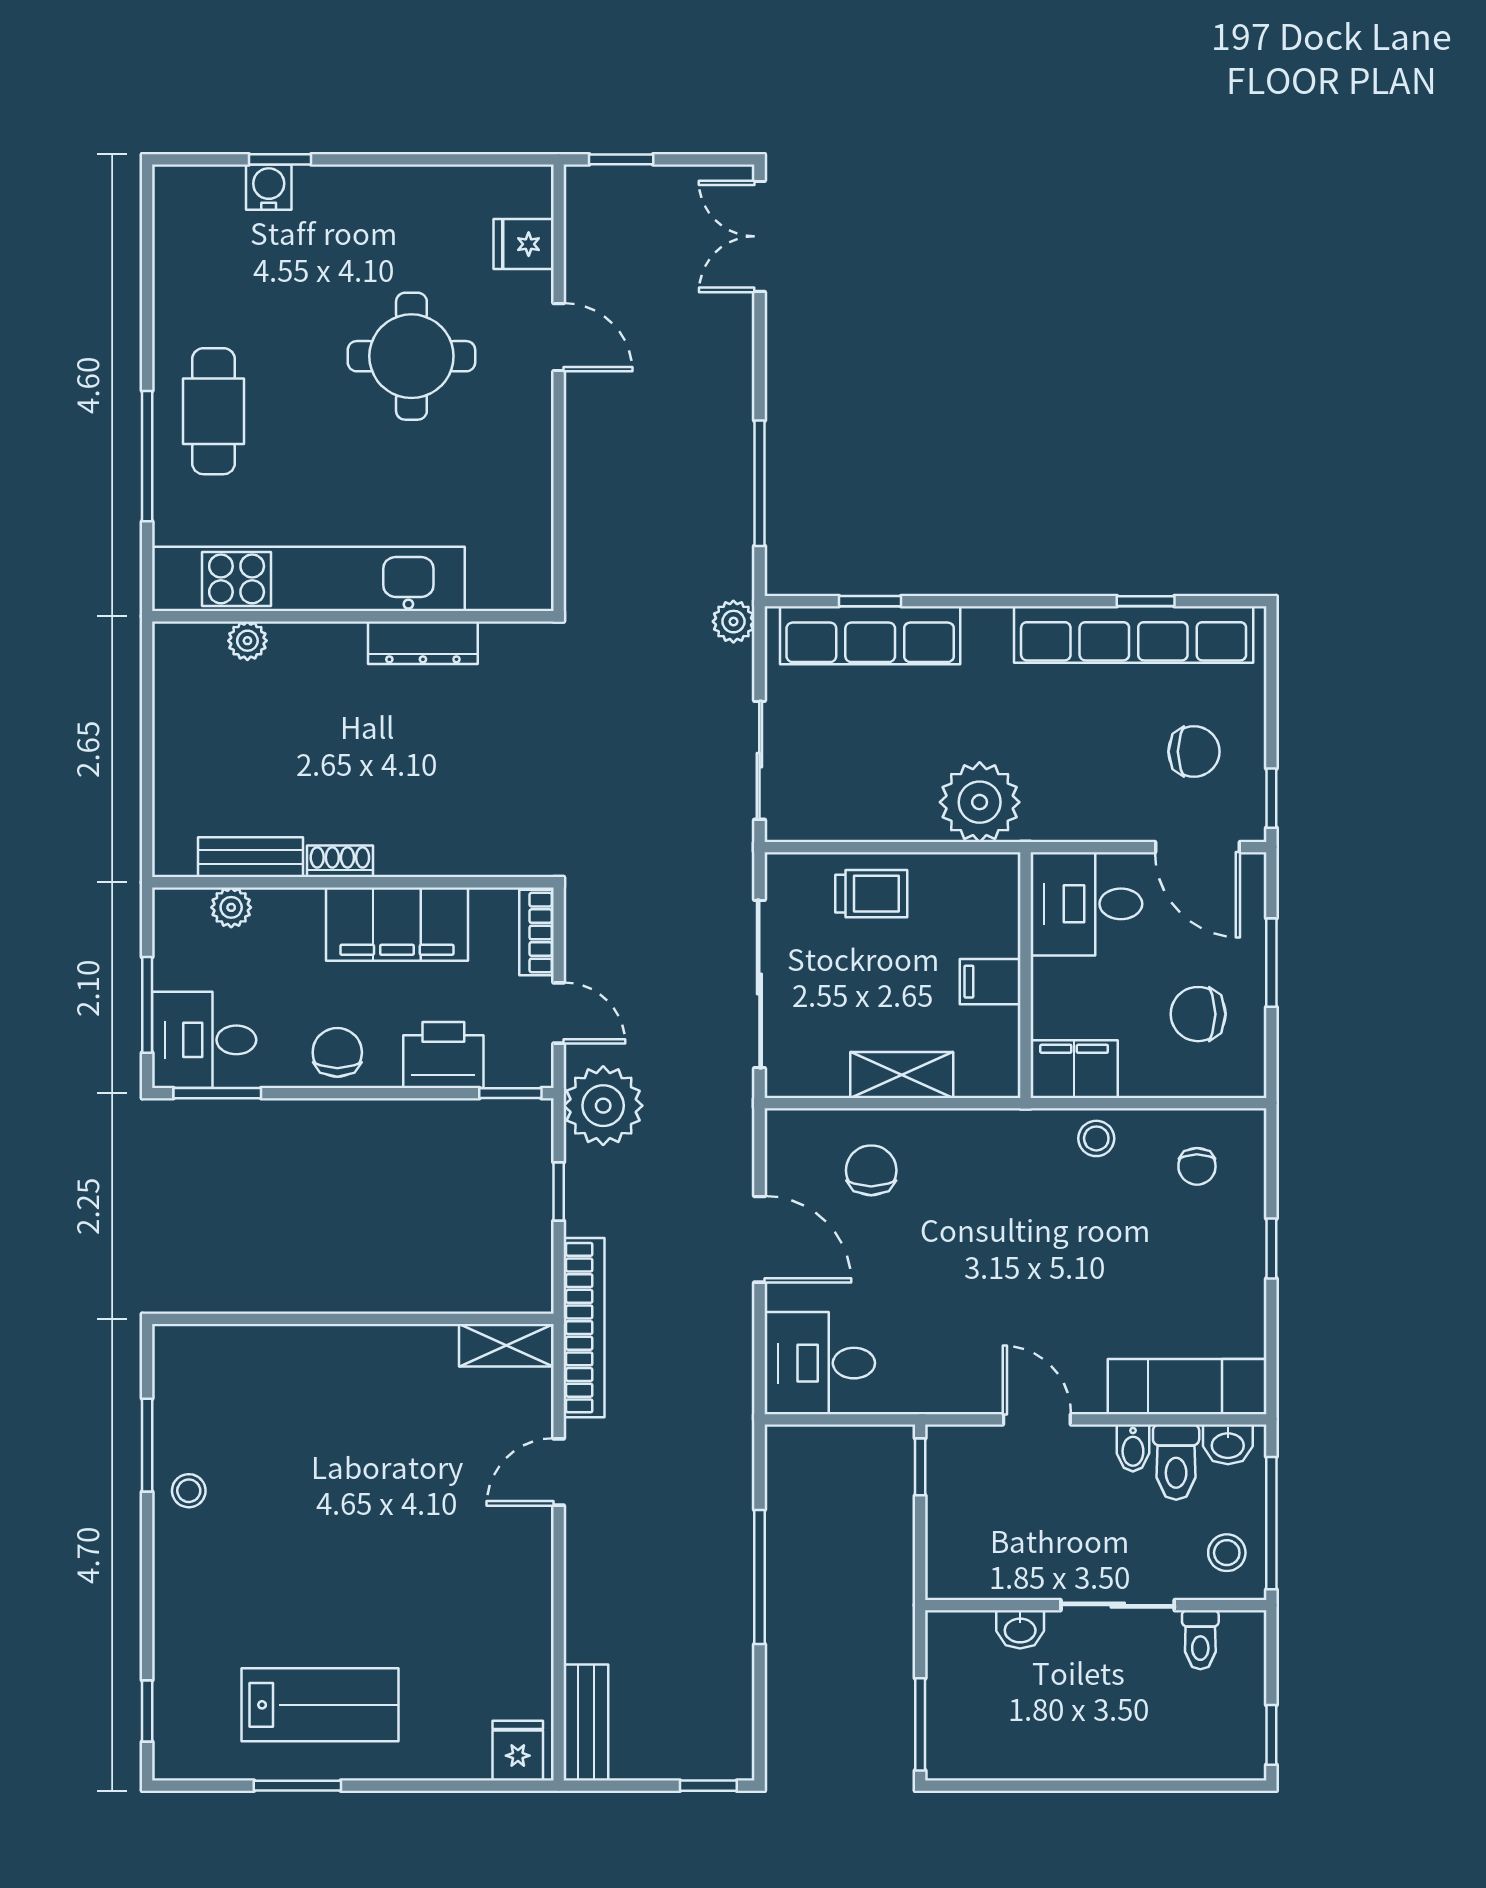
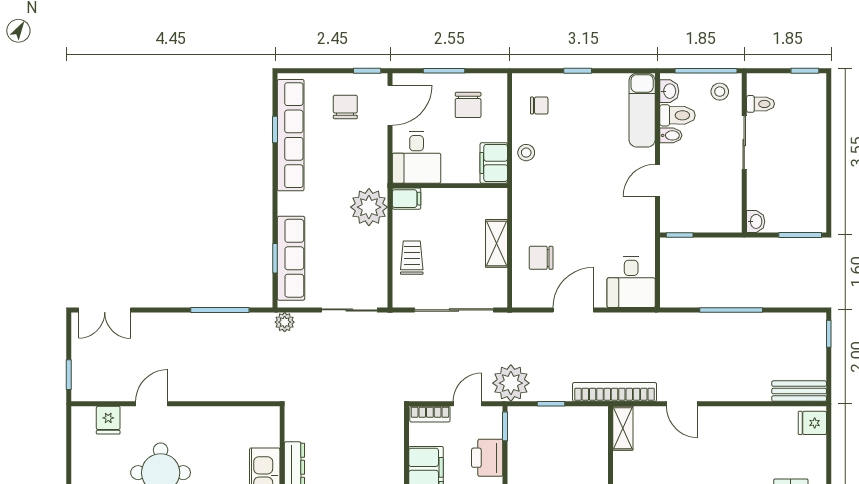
filing cabinet: (990, 982) -> (407, 199), moved, turned -90
washbasin: (1020, 1629) -> (756, 221), moved

